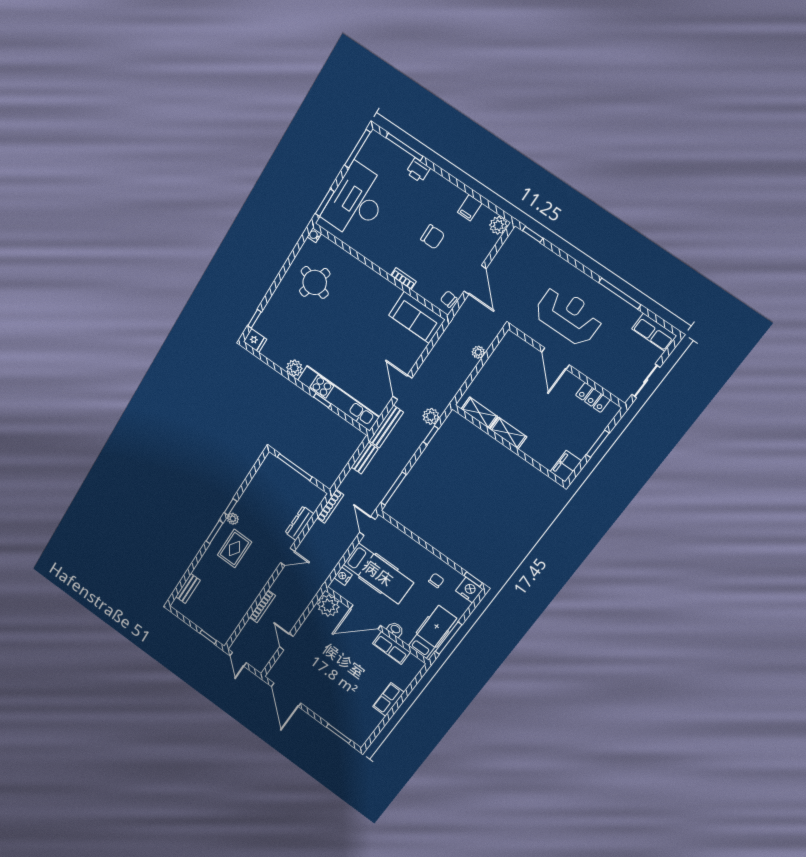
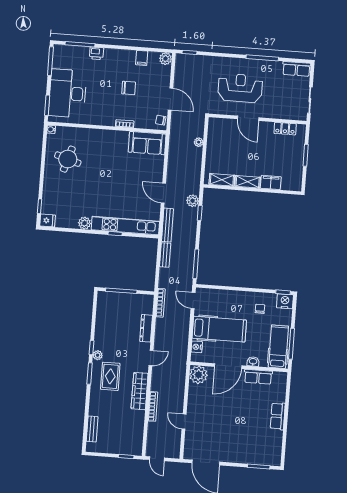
filing cabinet: (566, 466) -> (271, 182), moved, turned 90
wardrobe: (257, 583) -> (140, 391), added

